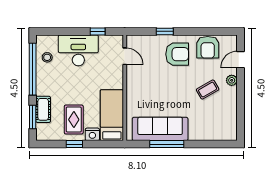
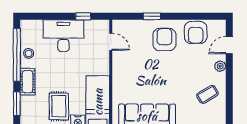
armchair: (177, 54) -> (164, 40), turned -90
stool: (47, 57) -> (29, 53), moved
coffee table: (208, 90) -> (207, 94), moved
cot: (43, 109) -> (28, 82), moved

